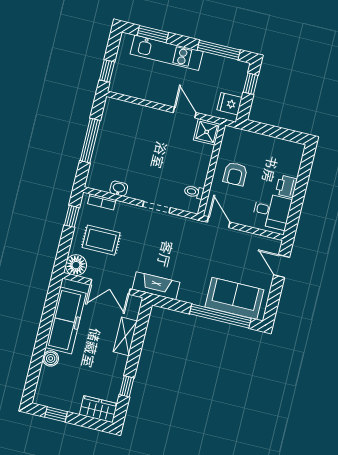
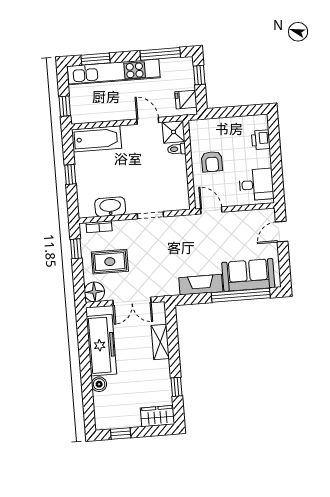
kitchen unit: (167, 53) -> (114, 72), width x1.36
bathtub: (128, 114) -> (97, 139), added
window: (90, 141) -> (70, 174), width x0.46
printer: (286, 186) -> (261, 140), moved
washbasin: (119, 189) -> (110, 207), width x1.91, depth x1.45
toilet: (194, 192) -> (177, 149), moved
door: (282, 266) -> (282, 232), hinge flipped
fireplace: (156, 286) -> (201, 285), moved

